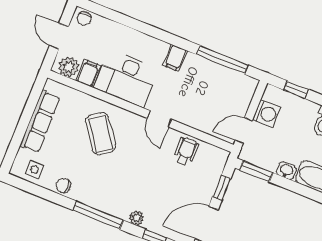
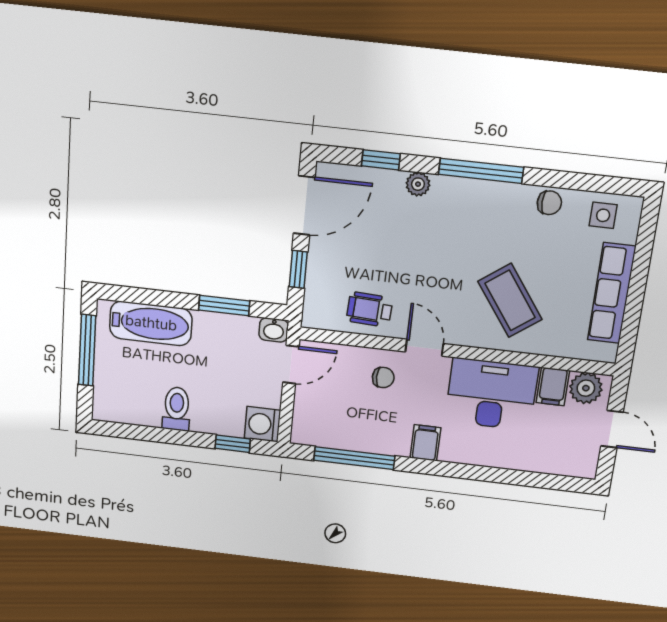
chair: (84, 18) -> (383, 377), moved, turned 90
washing machine: (267, 114) -> (262, 424), moved
wheelchair: (186, 151) -> (369, 309), turned 93
window: (256, 171) -> (224, 305), moved
washbasin: (286, 171) -> (274, 330), moved

